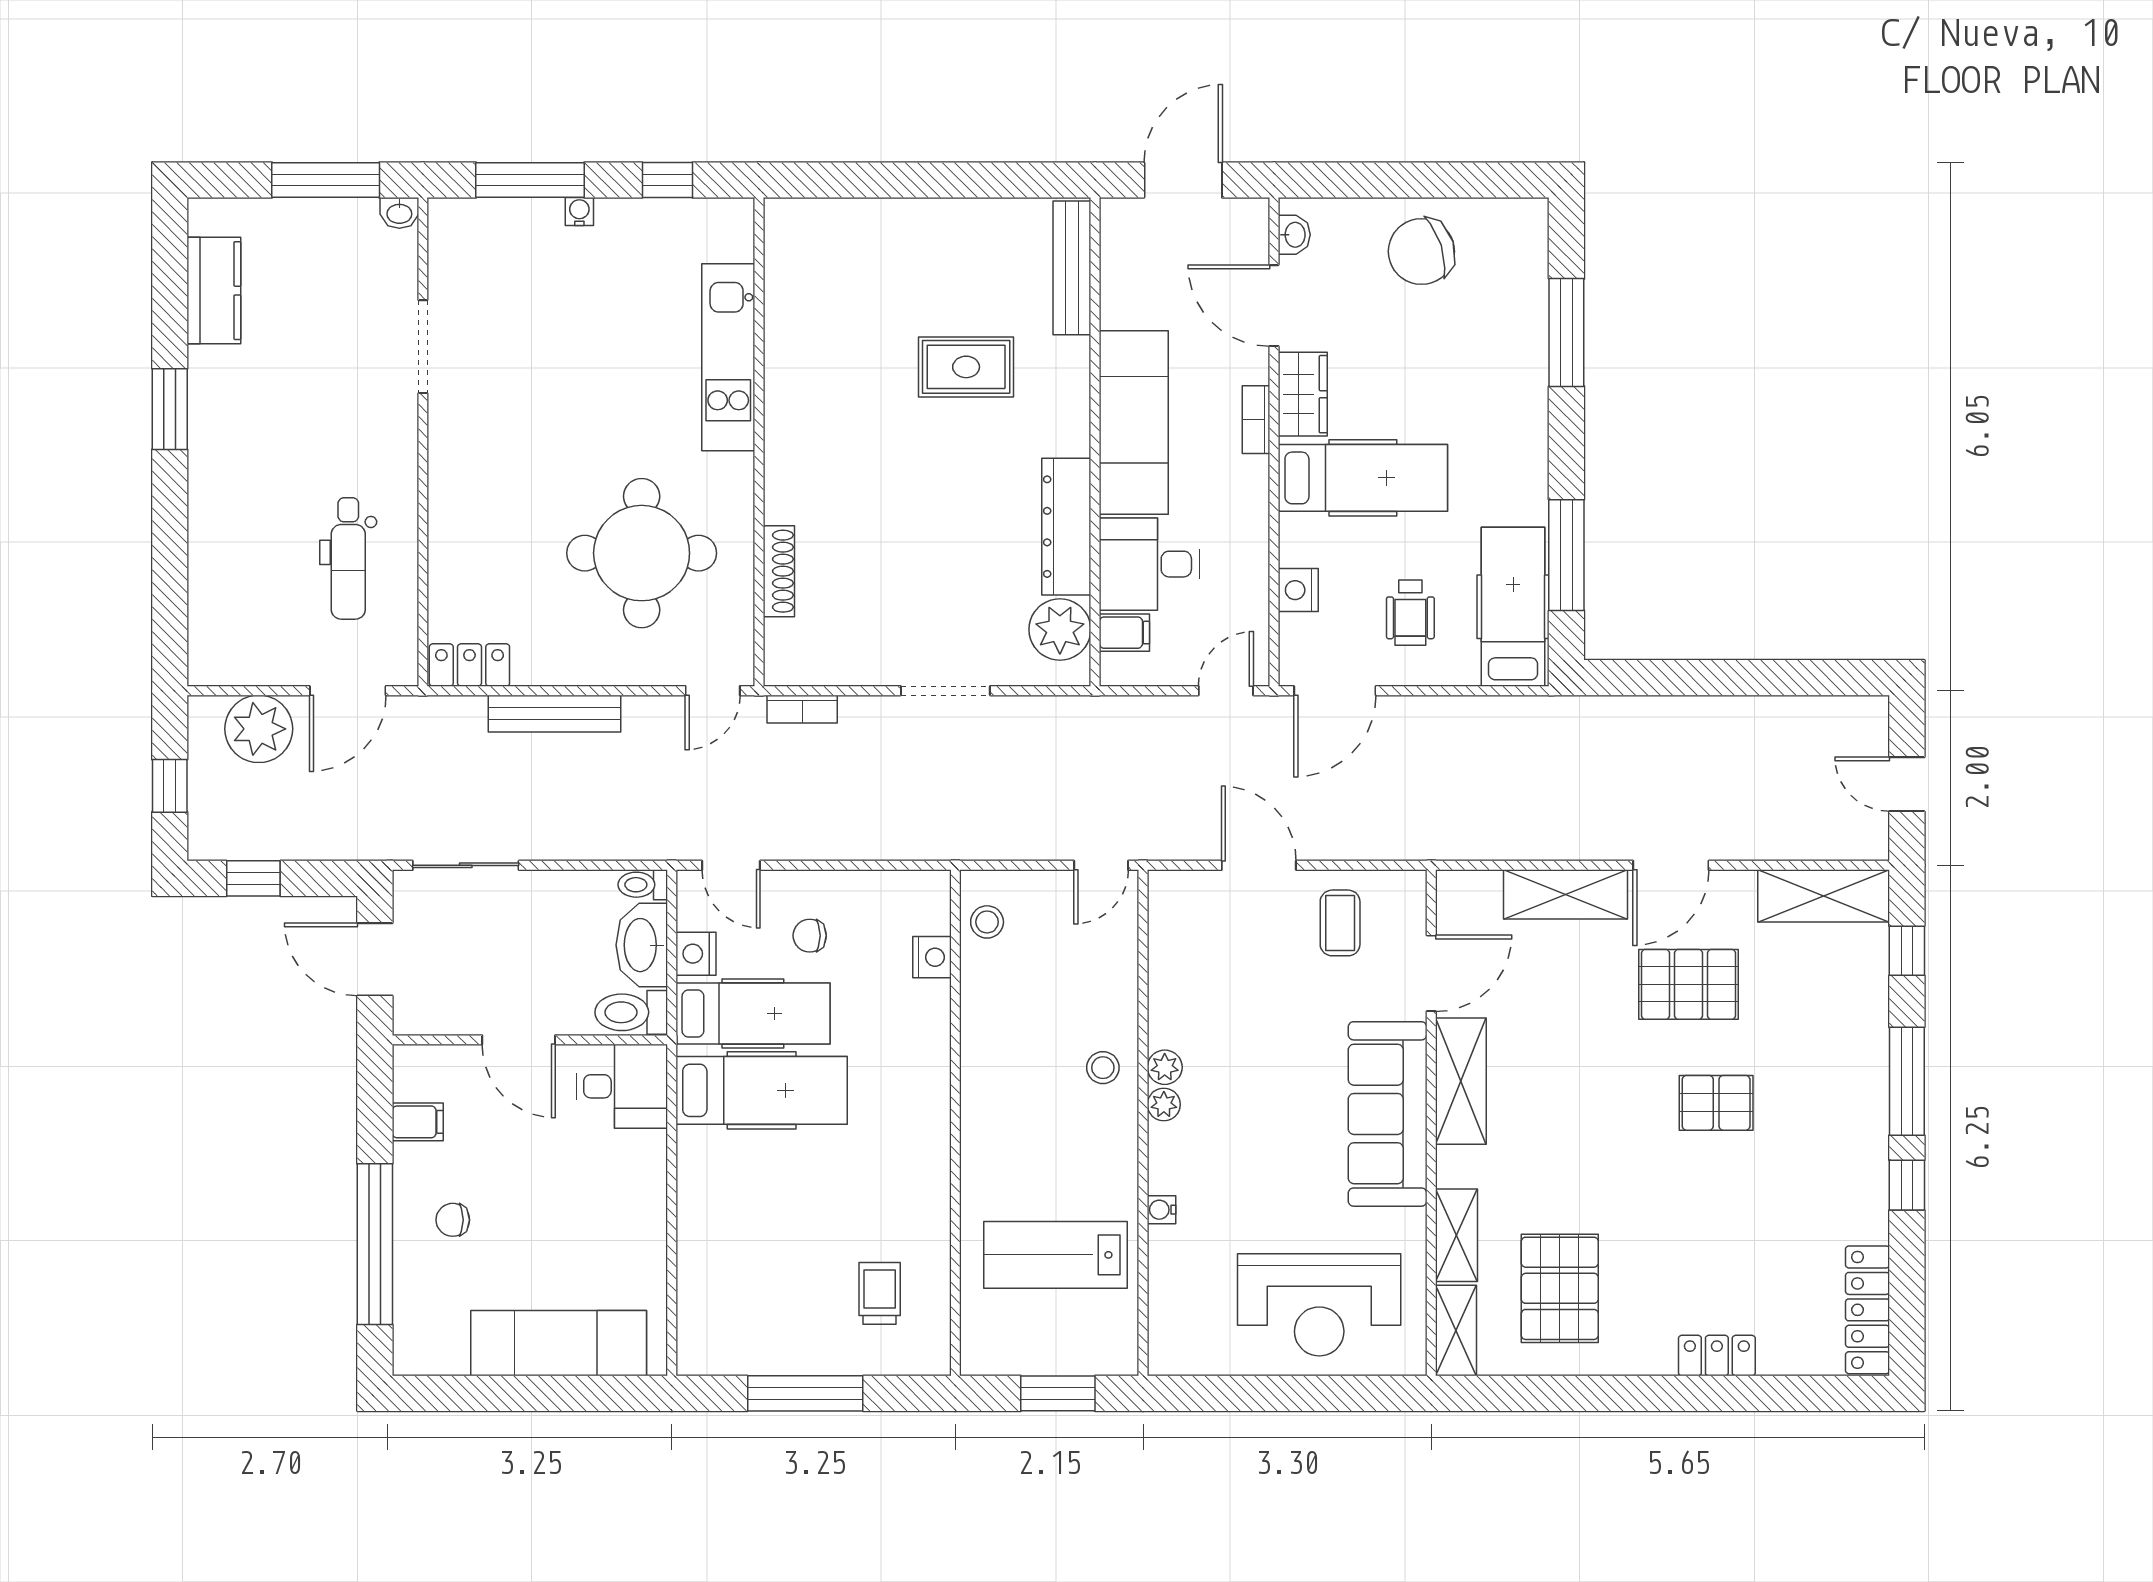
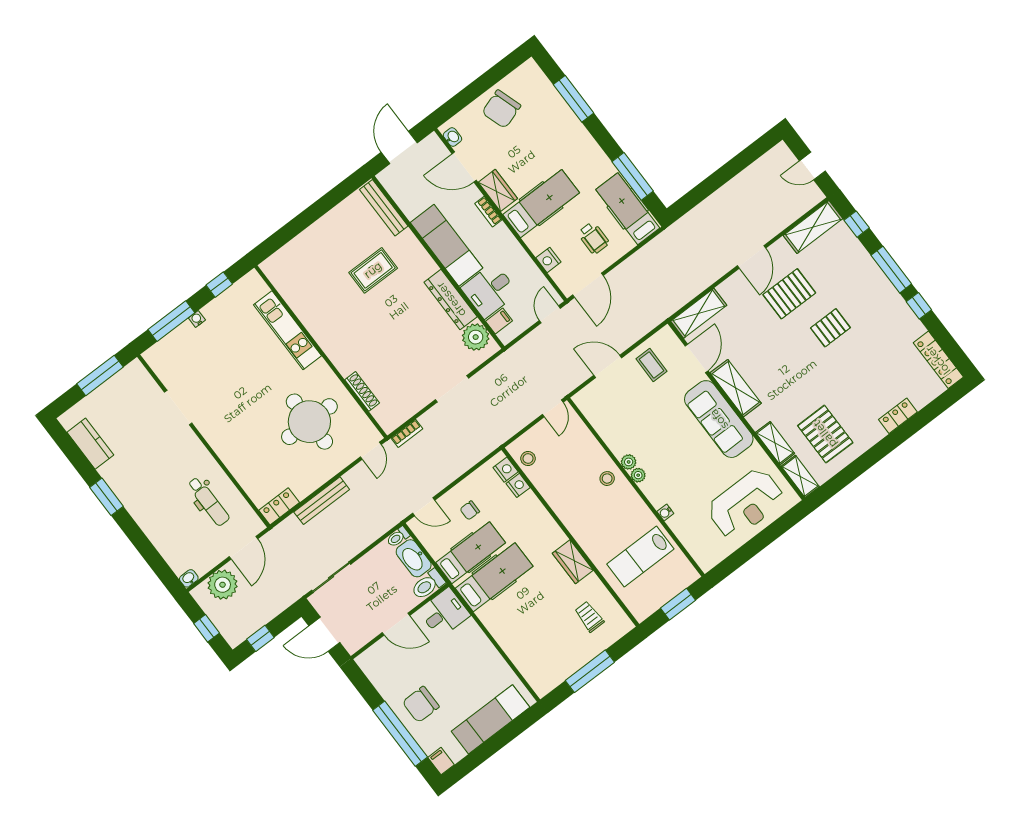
washbasin: (399, 213) -> (189, 578), moved, turned 180
shelving: (1565, 894) -> (699, 313), moved
nightstand: (696, 954) -> (506, 470), moved, turned 180
filing cabinet: (418, 1122) -> (441, 761), moved, turned -90
wardrobe: (926, 1171) -> (573, 562), added
chair: (453, 1220) -> (421, 704), width x1.87, depth x1.87

